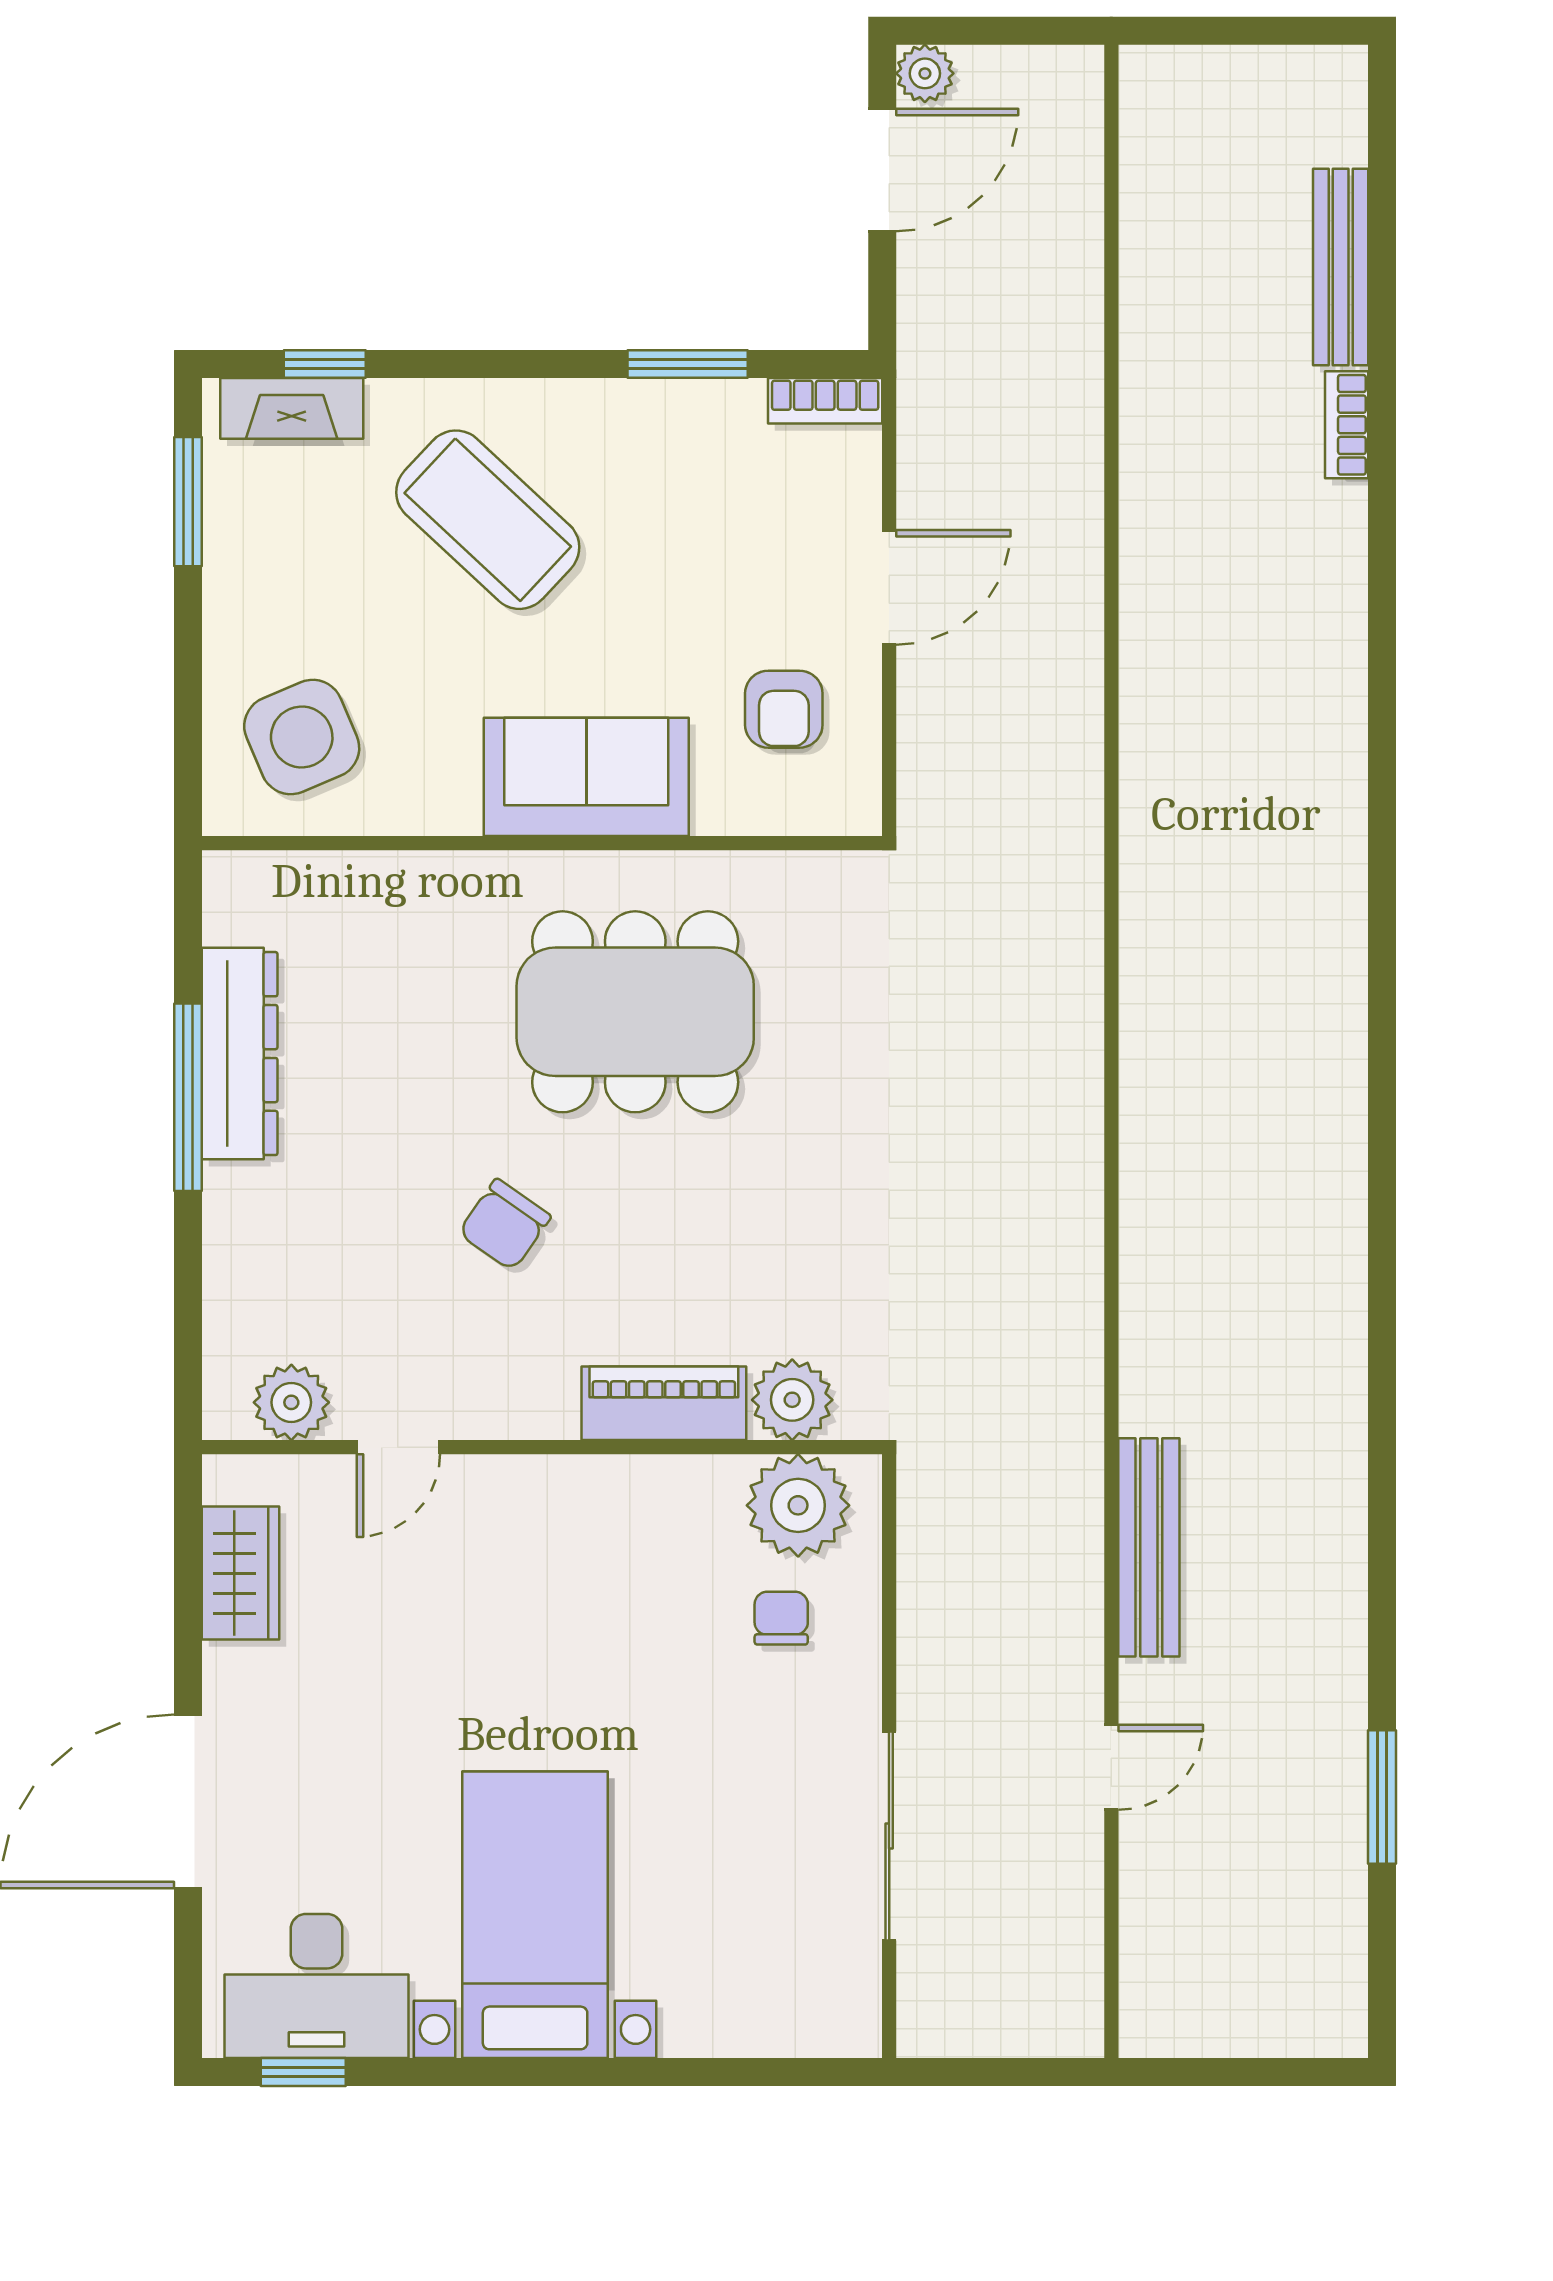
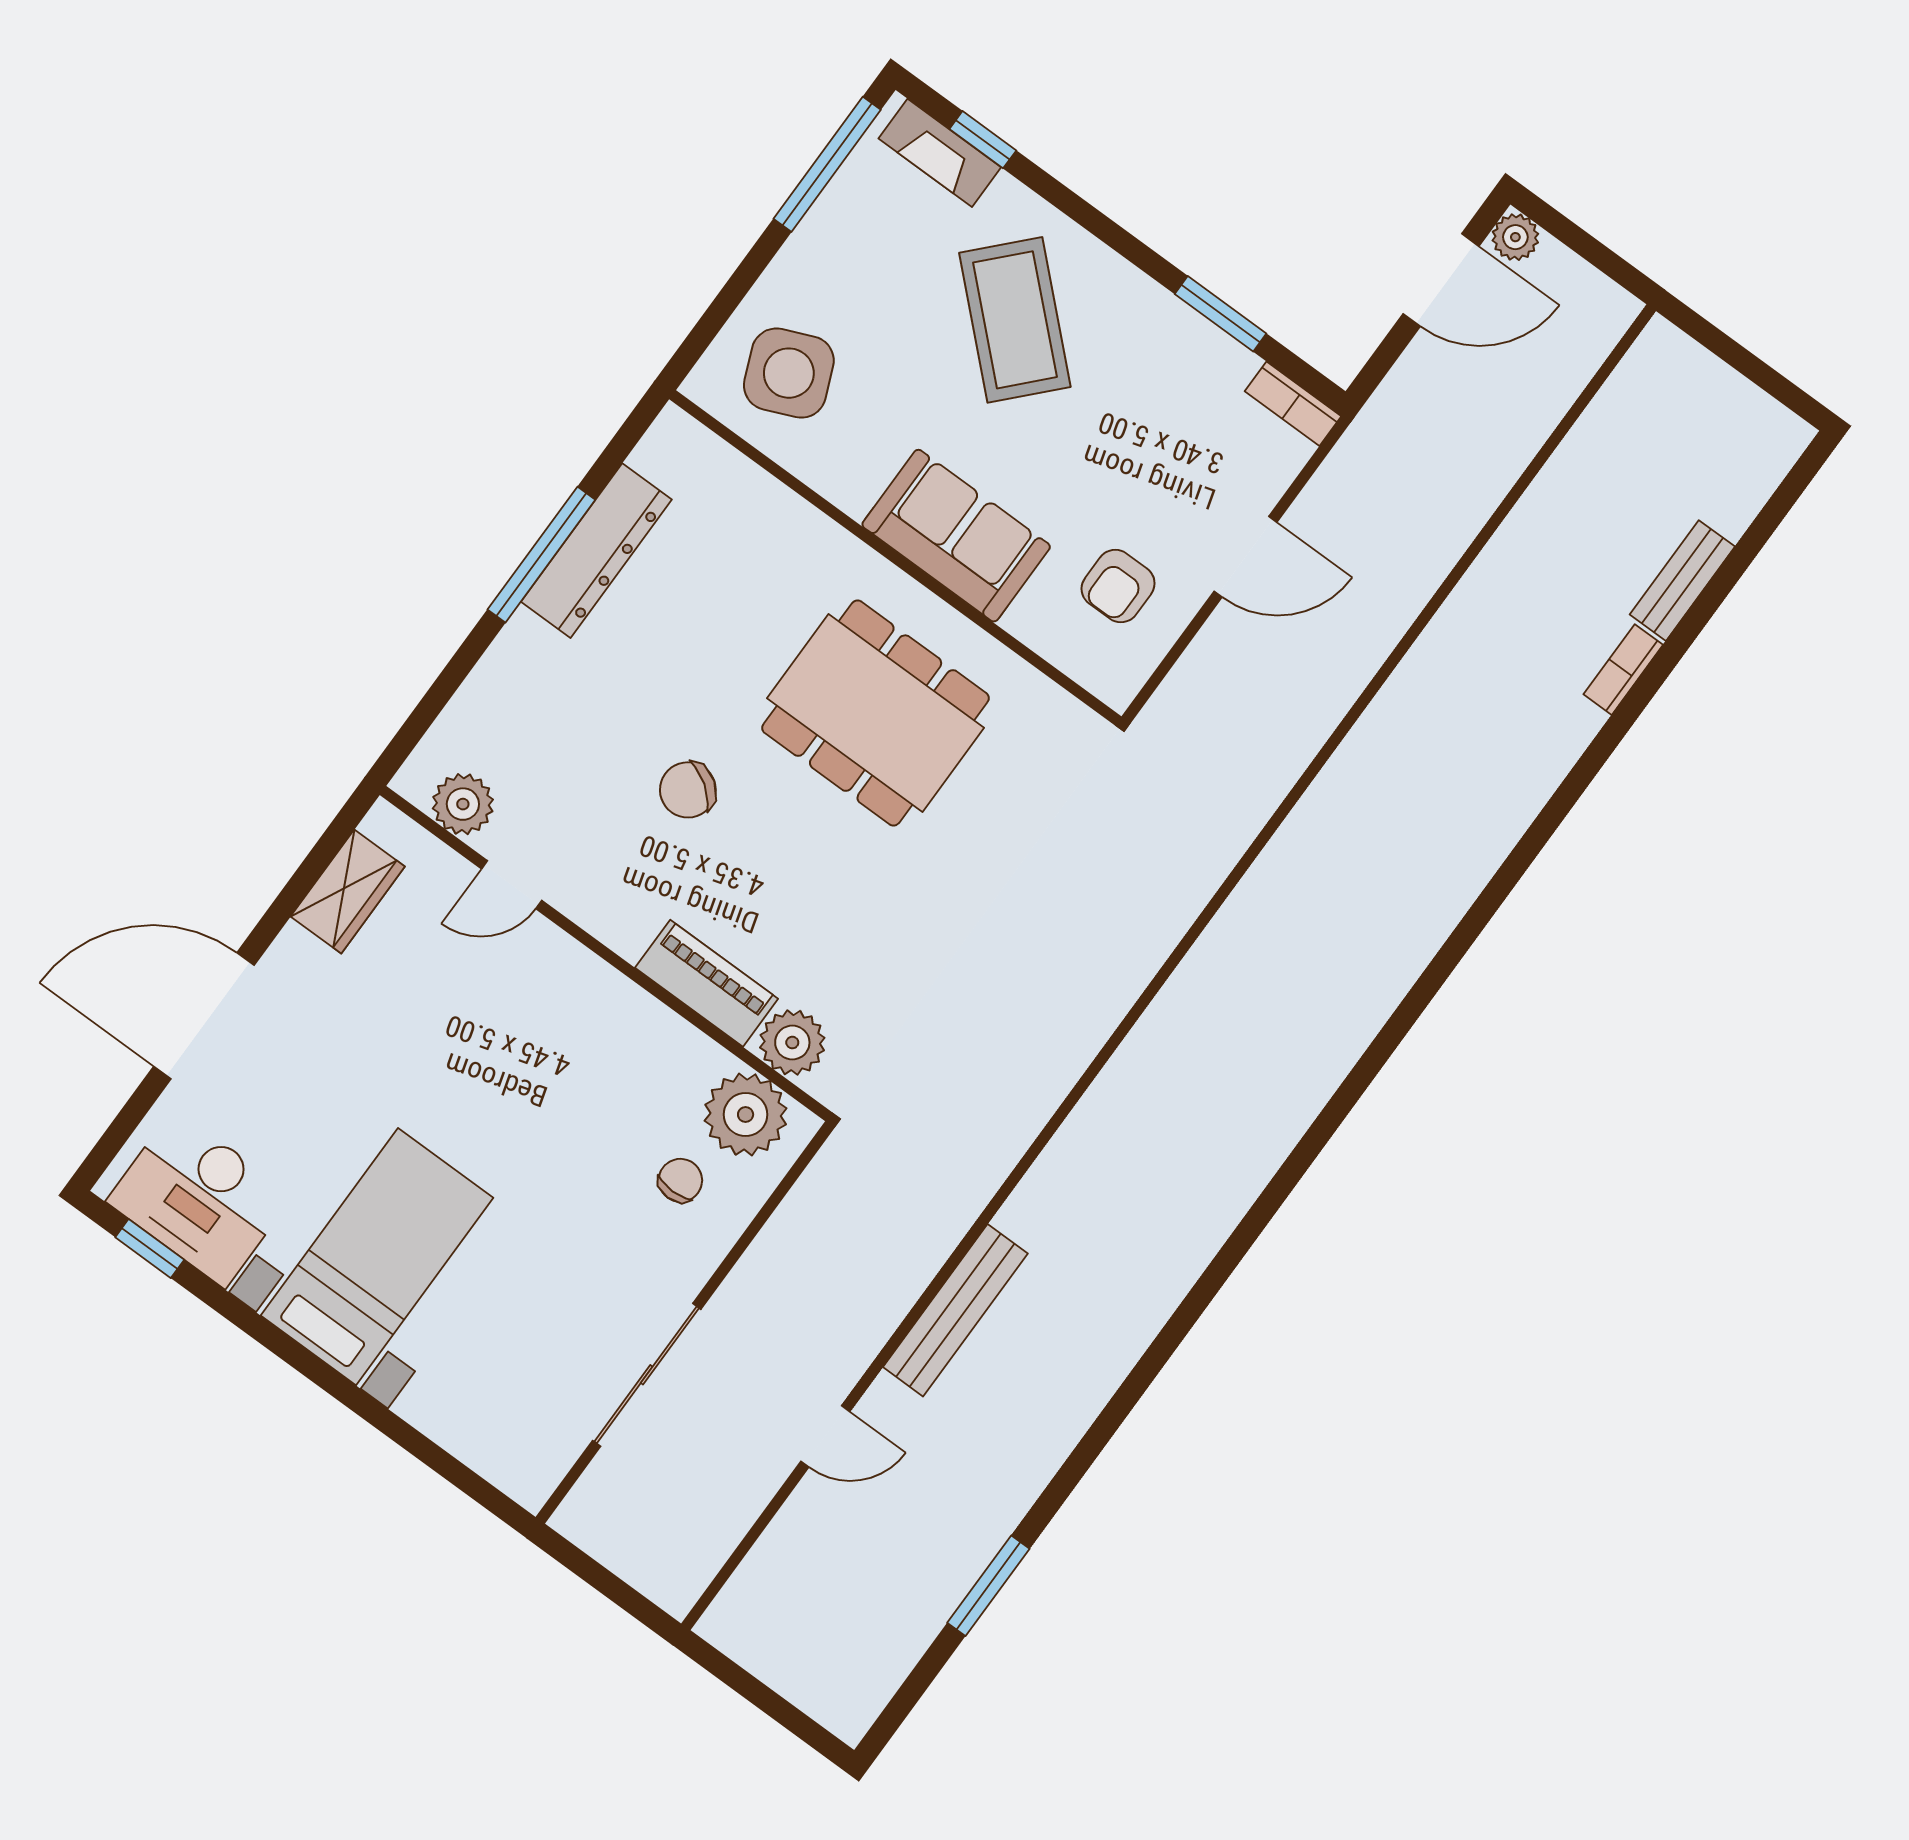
bench: (1341, 267) -> (1682, 581), width x0.73
window: (188, 502) -> (827, 164), width x1.44

